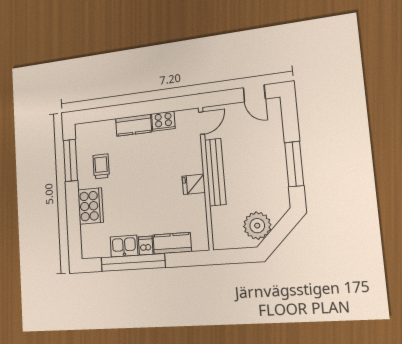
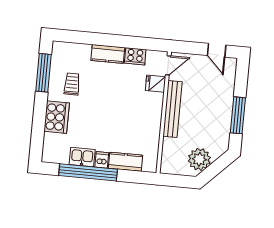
fridge: (194, 184) -> (155, 84), moved

